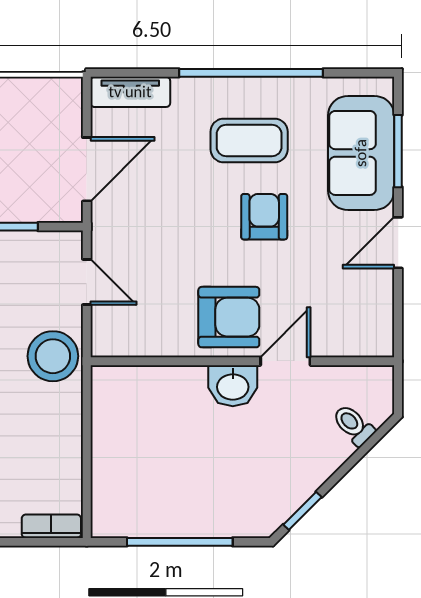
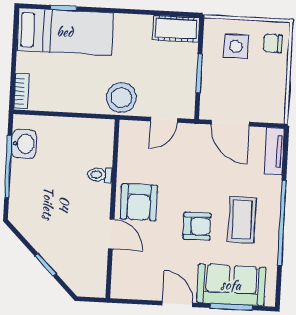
washbasin: (233, 386) -> (24, 144), moved, turned 180
toilet: (353, 425) -> (100, 175), moved, turned -135
window: (302, 511) -> (46, 265), moved

